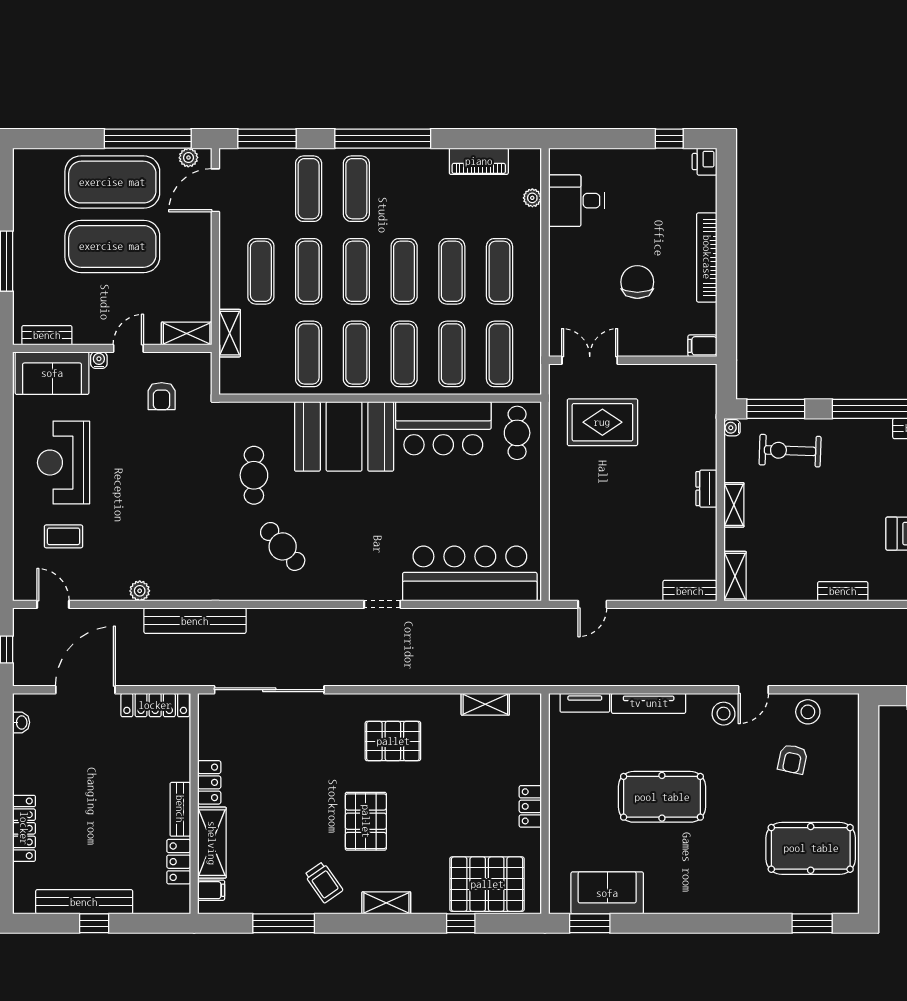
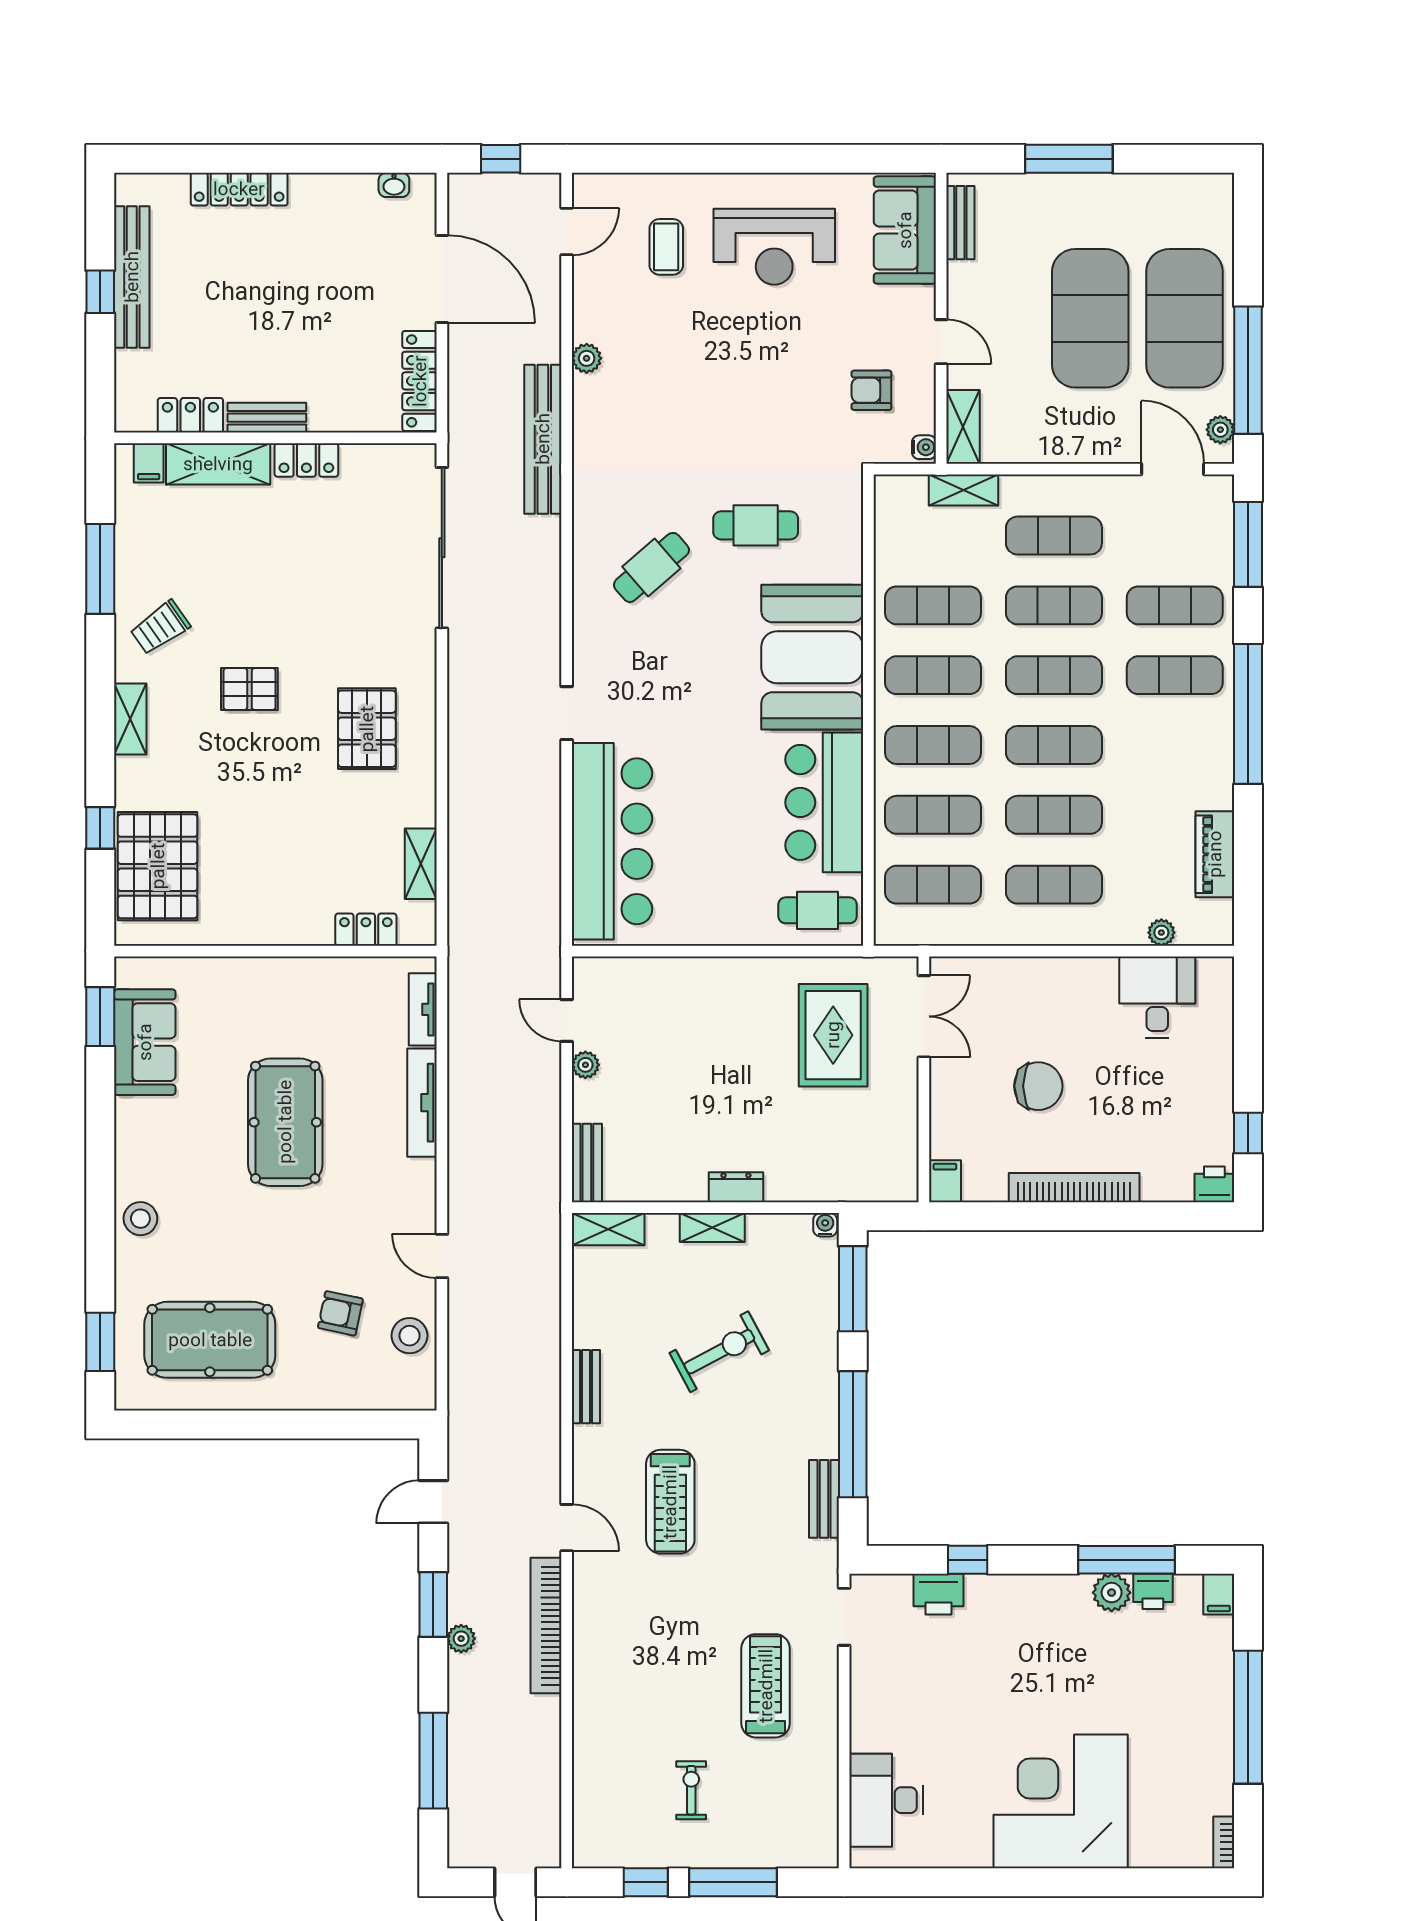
water cooler: (99, 360) -> (924, 447), moved
exercise bike: (790, 451) -> (719, 1352), moved, turned 60
reception desk: (63, 463) -> (774, 247), turned 180
plant: (623, 592) -> (585, 1065), added
stool: (724, 714) -> (140, 1219), moved
locker: (530, 806) -> (366, 930), moved
pallet: (366, 821) -> (249, 689), width x0.67, depth x0.71
pool table: (811, 848) -> (210, 1340), turned 90

